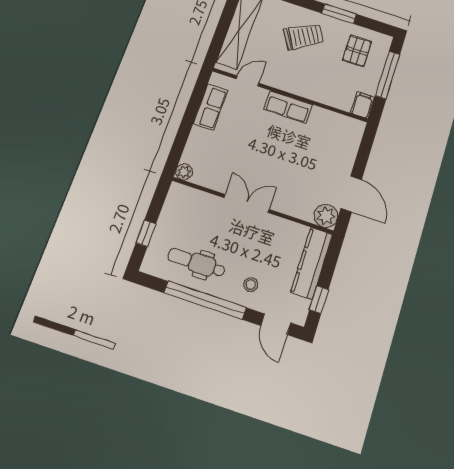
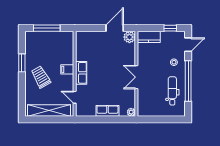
pallet: (357, 51) -> (39, 48), removed
filing cabinet: (362, 105) -> (67, 69), moved
row of seats: (210, 107) -> (107, 111), moved
window: (146, 233) -> (167, 119), removed
dental chair: (197, 263) -> (172, 91), turned 180
kitchen counter: (312, 263) -> (149, 37), width x0.67

